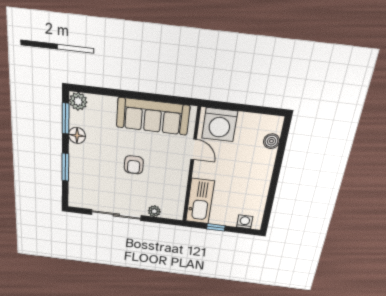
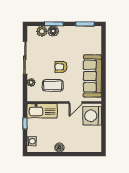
plant: (78, 101) -> (42, 31), moved
floor lamp: (77, 135) -> (53, 31), moved
boiler: (271, 141) -> (59, 148), moved
coffee table: (162, 181) -> (53, 85), added

